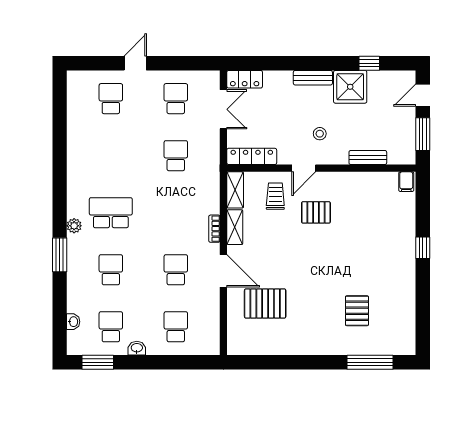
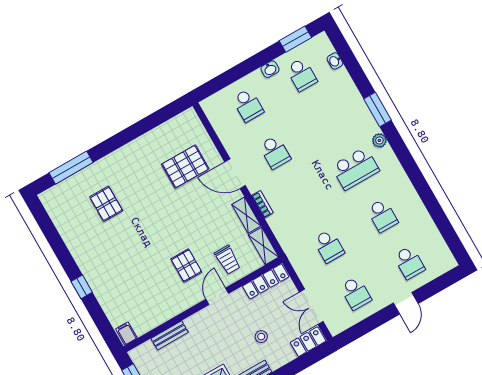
stool: (320, 134) -> (261, 337), moved
pallet: (316, 212) -> (186, 266), turned 90
school desk: (111, 270) -> (382, 216), moved

